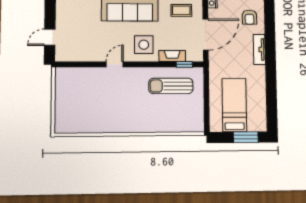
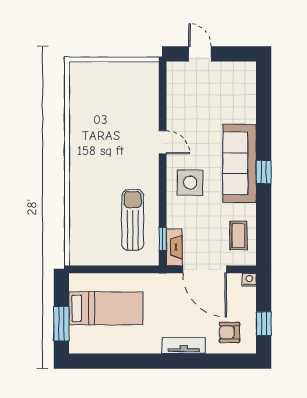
fireplace: (172, 56) -> (174, 247), moved

